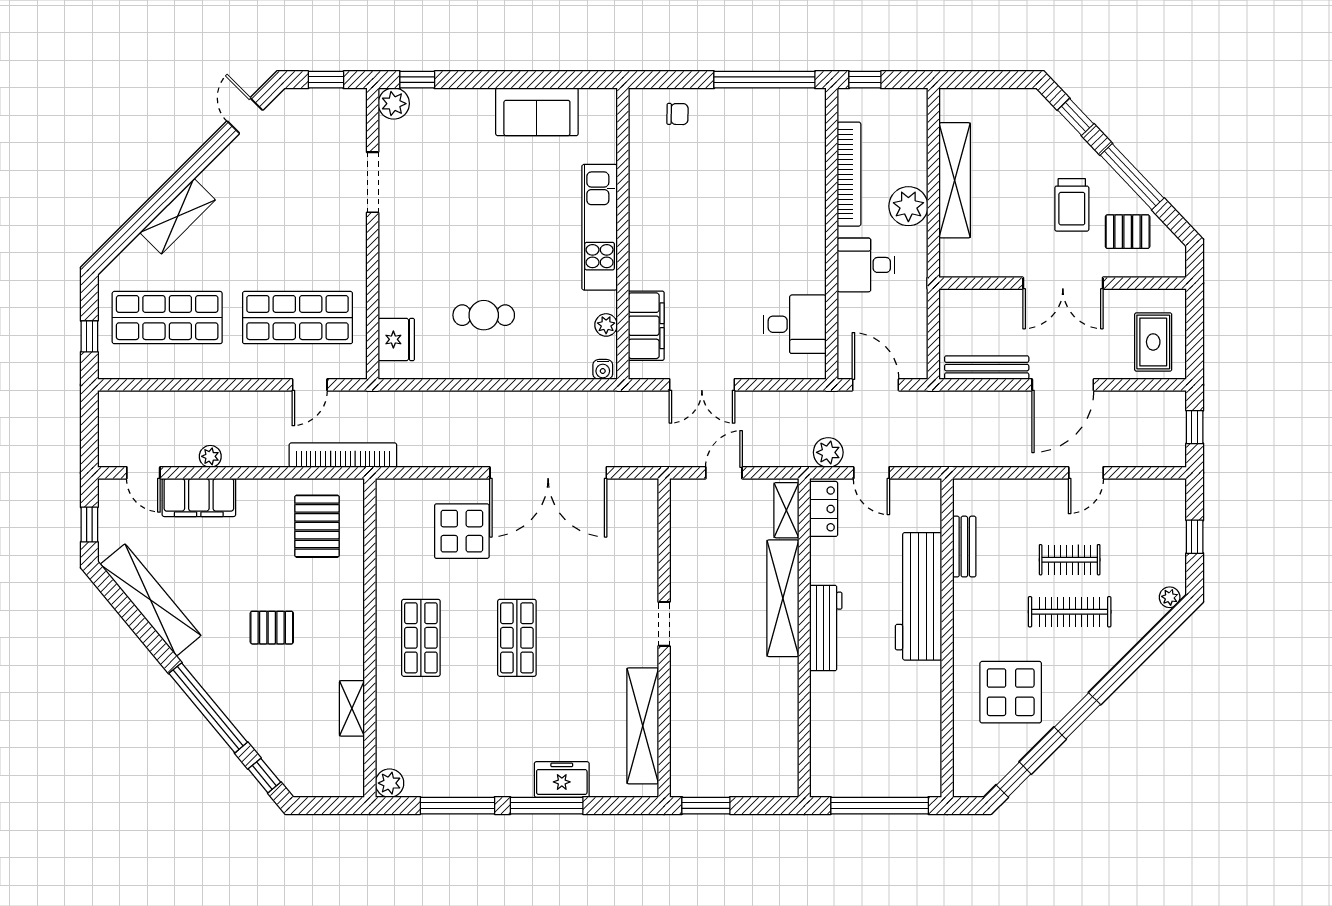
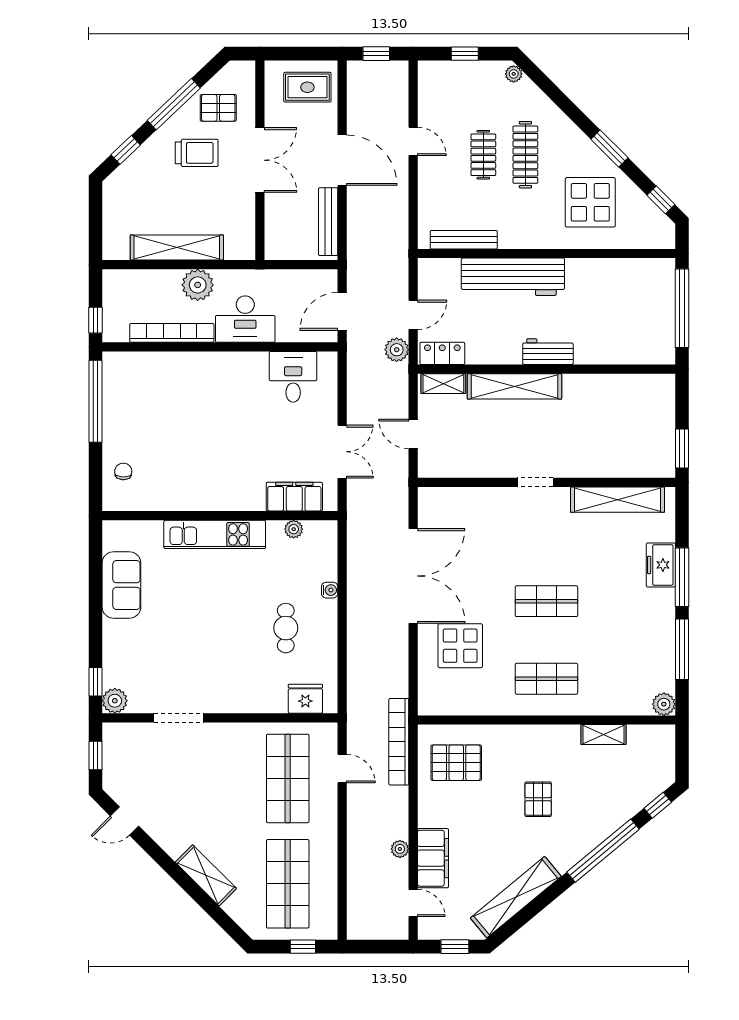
pallet: (1128, 232) -> (218, 108), turned 90
desk: (866, 265) -> (245, 319), width x1.37
water cooler: (603, 369) -> (330, 590), moved
door: (143, 473) -> (413, 903), hinge flipped
bench: (964, 547) -> (464, 240), width x1.36
workbench: (826, 628) -> (548, 352), width x0.73

